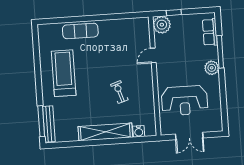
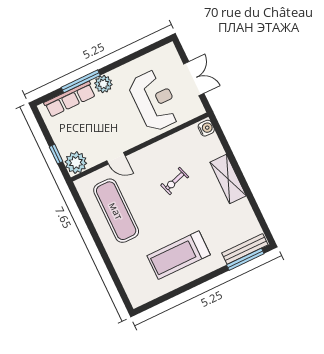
exercise mat: (80, 31) -> (116, 211), moved, width x1.36, depth x1.45
row of seats: (210, 32) -> (70, 99), width x1.48
water cooler: (139, 131) -> (206, 128), moved
shelving: (105, 132) -> (228, 179), width x0.68

